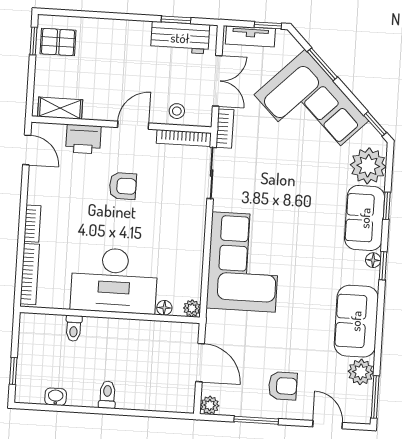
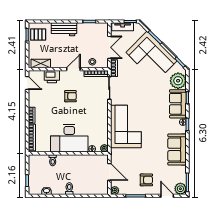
workbench: (180, 38) -> (64, 29), moved
plant: (361, 372) -> (180, 189), moved

